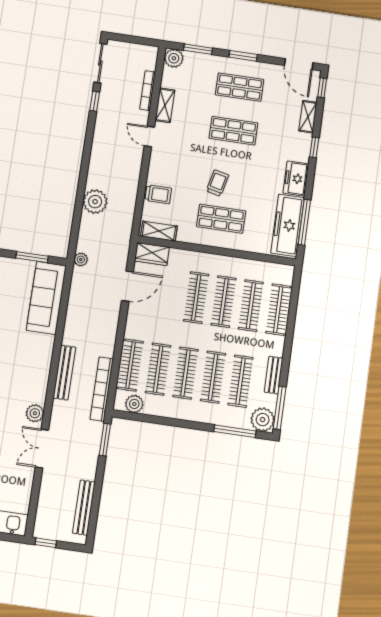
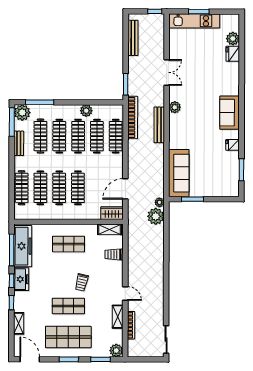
shop shelf: (240, 87) -> (68, 337), width x1.43, depth x1.36
window: (322, 88) -> (12, 281), moved
window: (95, 101) -> (166, 312), removed
trolley: (217, 183) -> (82, 282), moved
plant: (95, 202) -> (156, 216), moved
plant: (134, 404) -> (86, 111), moved
plant: (35, 413) -> (175, 107), moved

